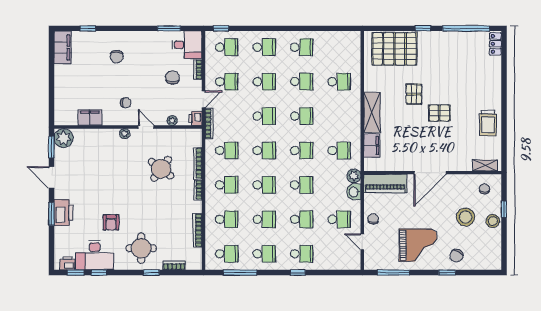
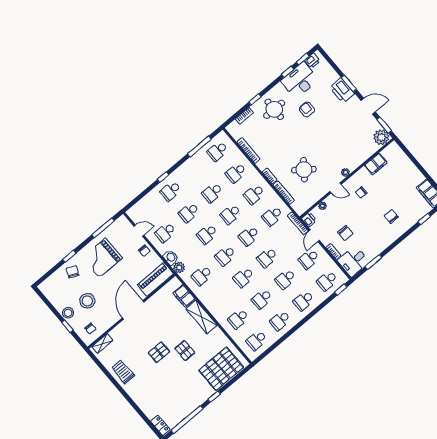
school desk: (264, 254) -> (257, 340), moved

